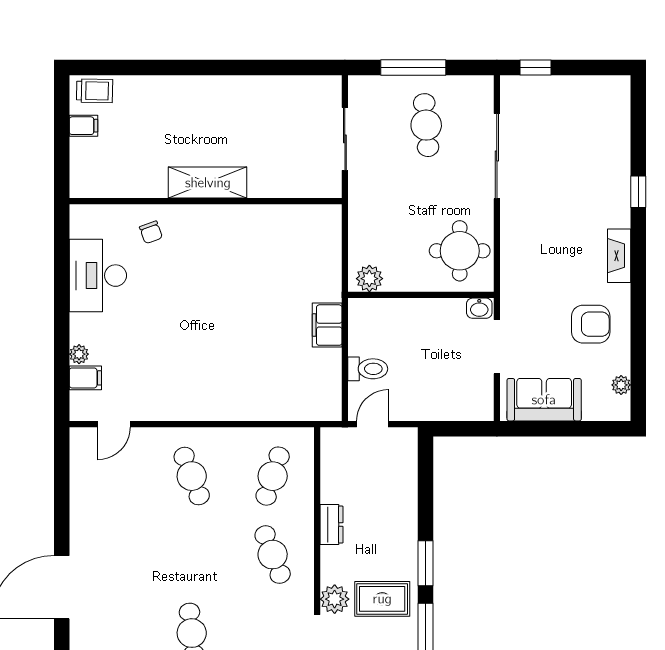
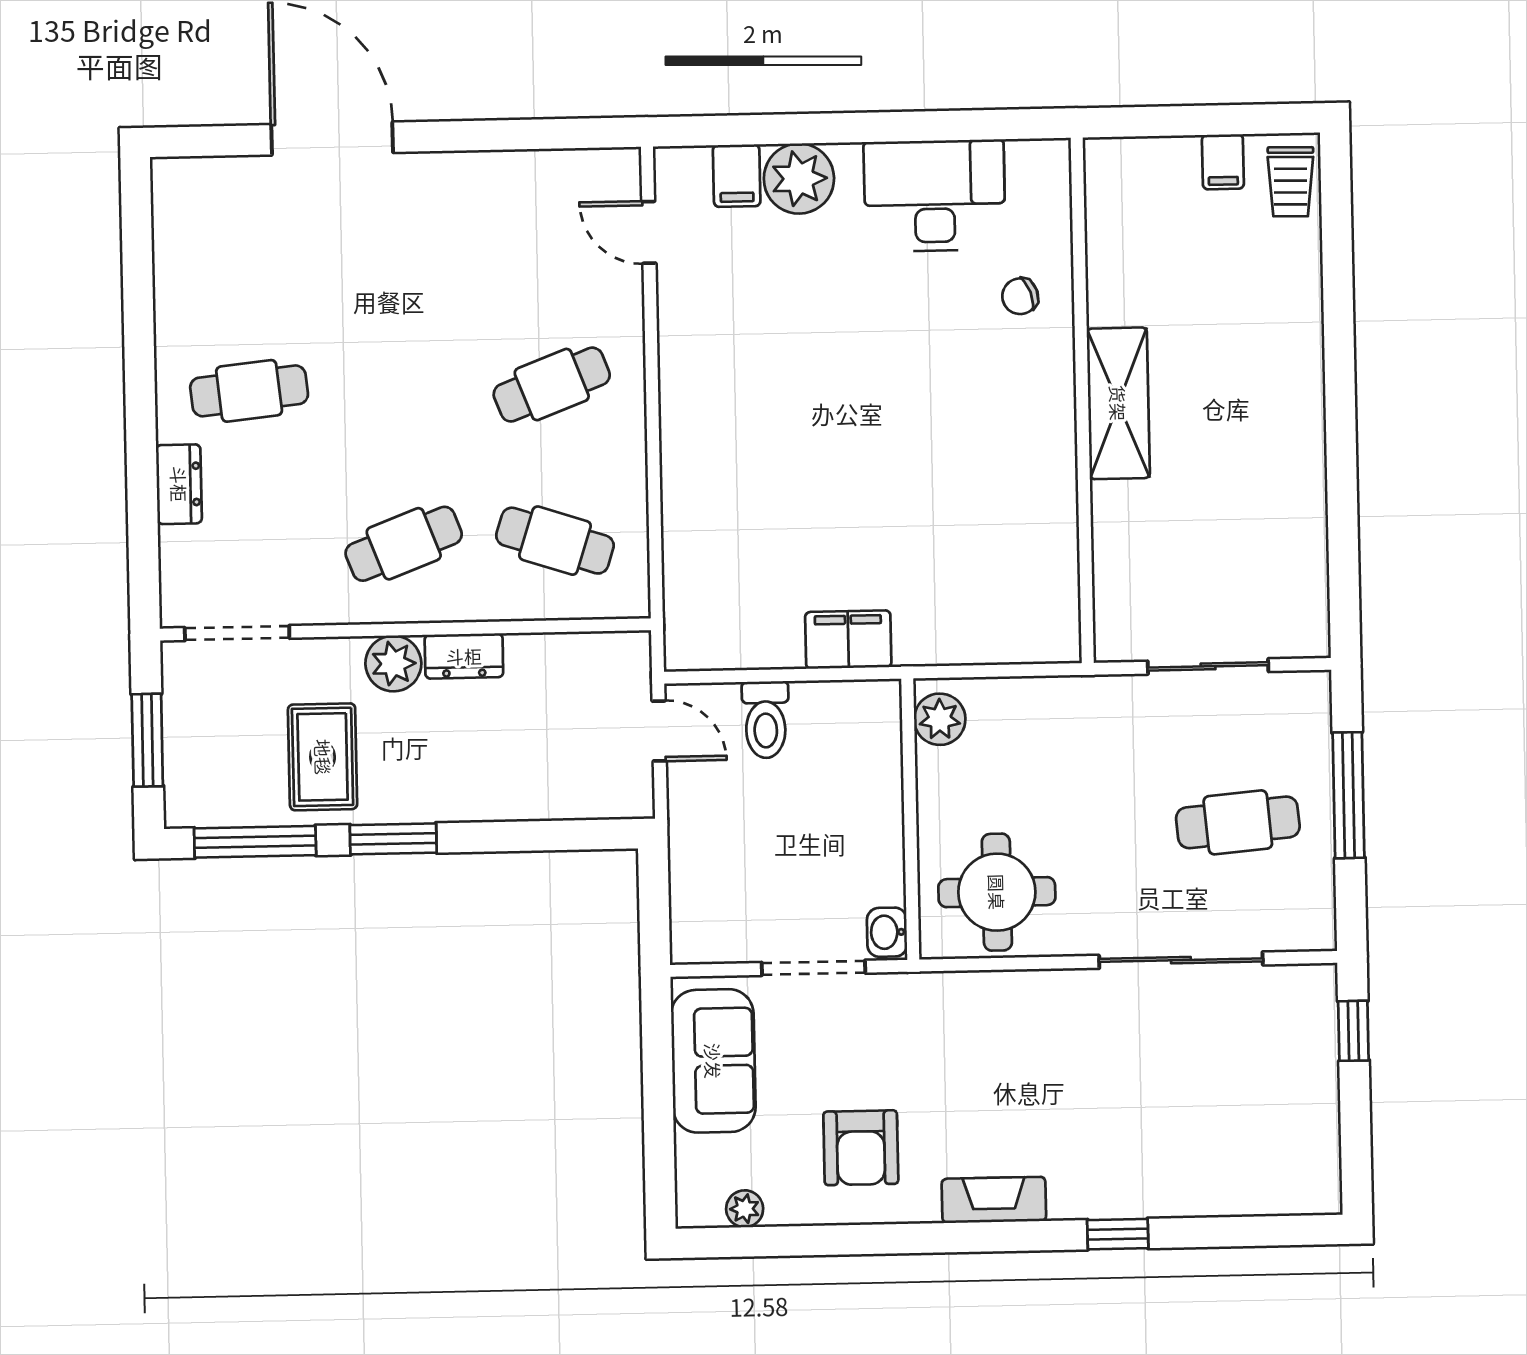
plant: (79, 354) -> (799, 179), width x1.88, depth x1.88
plant: (335, 599) -> (393, 663), moved

